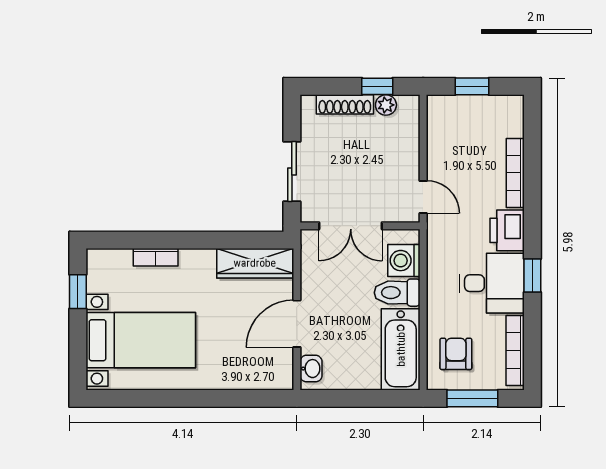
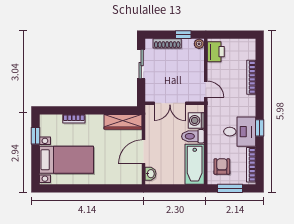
window: (472, 86) -> (230, 35), removed
plant: (386, 105) -> (199, 44), moved
sliding door: (292, 172) -> (141, 64), moved
printer: (507, 230) -> (216, 52), moved, turned 180

